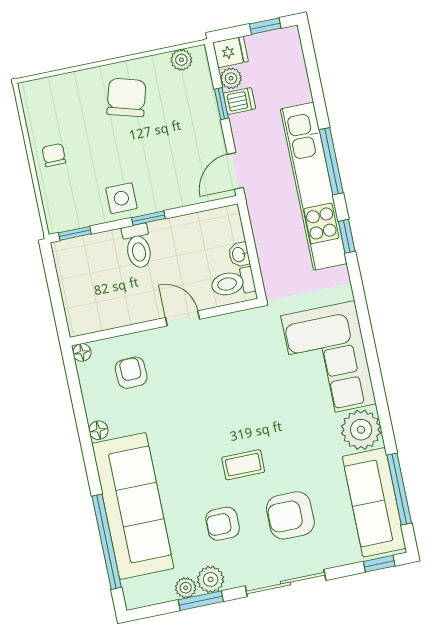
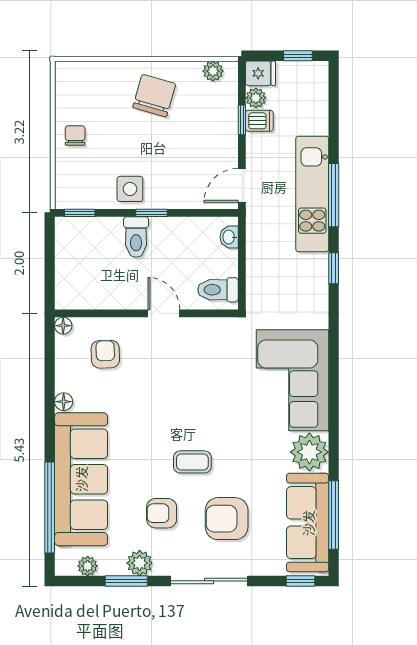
kitchen unit: (314, 186) -> (312, 194), width x0.73
washbasin: (239, 254) -> (229, 237), moved
plant: (186, 588) -> (88, 566), moved

